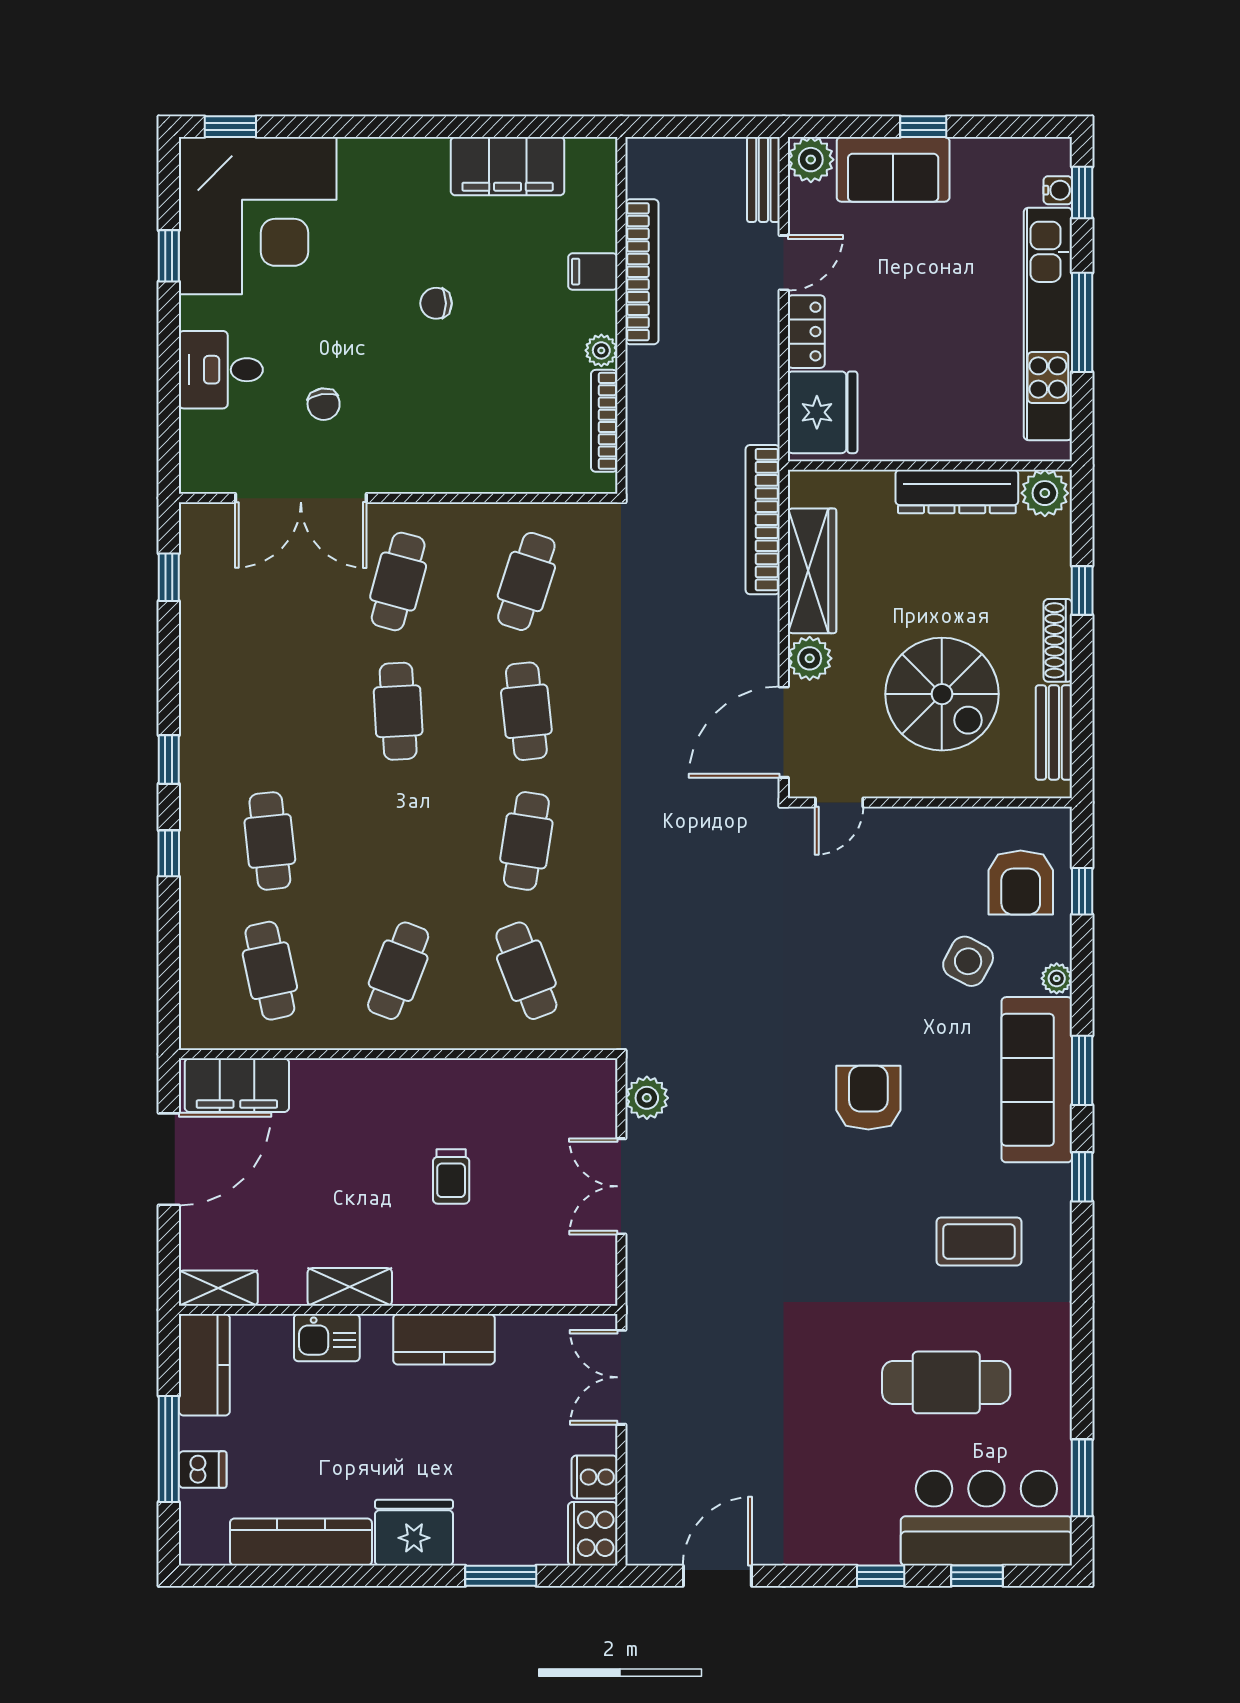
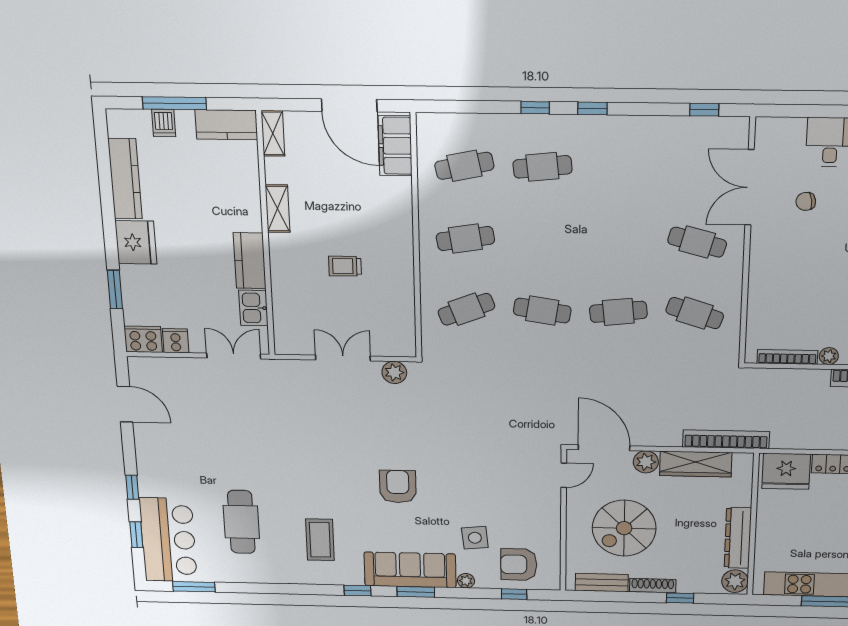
cafe table: (398, 711) -> (620, 241), removed
door: (839, 802) -> (564, 475), swing flipped
side table: (968, 961) -> (475, 538), turned -34
cafe table: (398, 971) -> (465, 239), turned -30
armchair: (868, 1098) -> (398, 487), turned -90
kitchen sink: (327, 1338) -> (253, 308), moved

